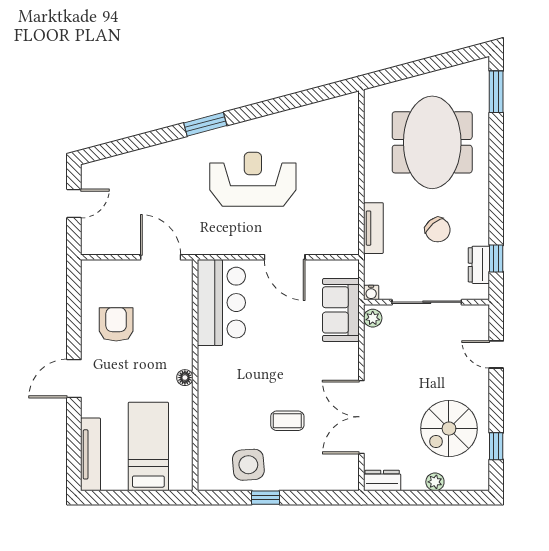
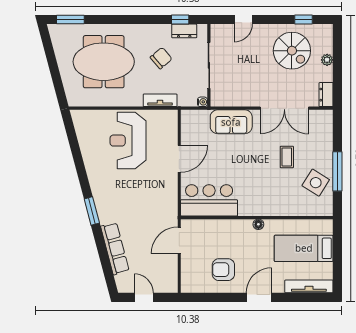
row of seats: (148, 159) -> (115, 249), added
reception desk: (253, 179) -> (128, 141), moved
sofa: (341, 310) -> (231, 122), moved
plant: (373, 318) -> (219, 101), removed
door: (74, 378) -> (259, 297), swing flipped
side table: (248, 465) -> (316, 183), turned 36
window: (266, 498) -> (337, 171), width x2.17

